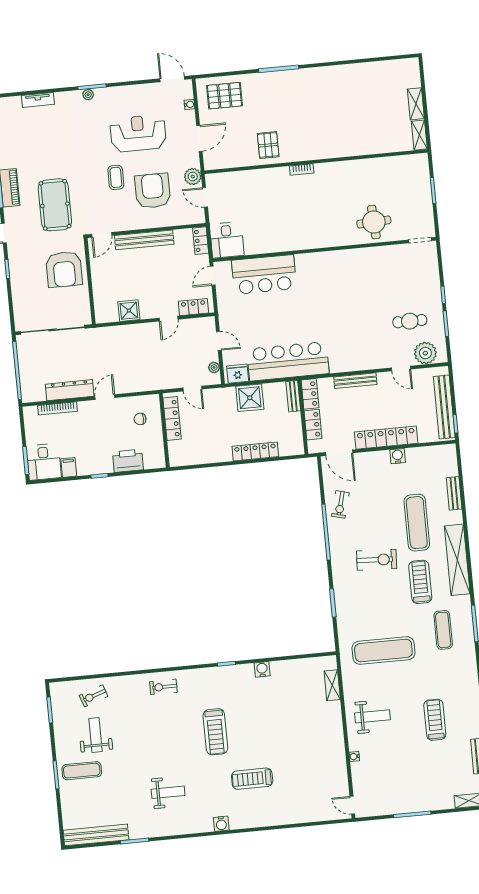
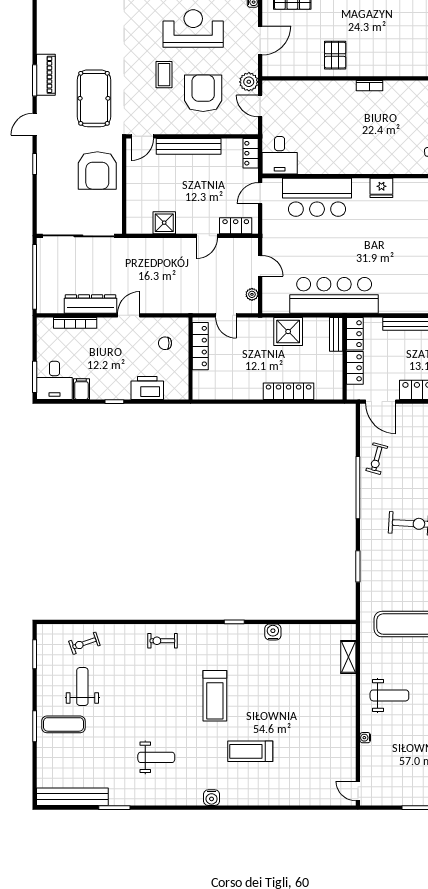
fridge: (238, 374) -> (381, 188), moved, turned 180

